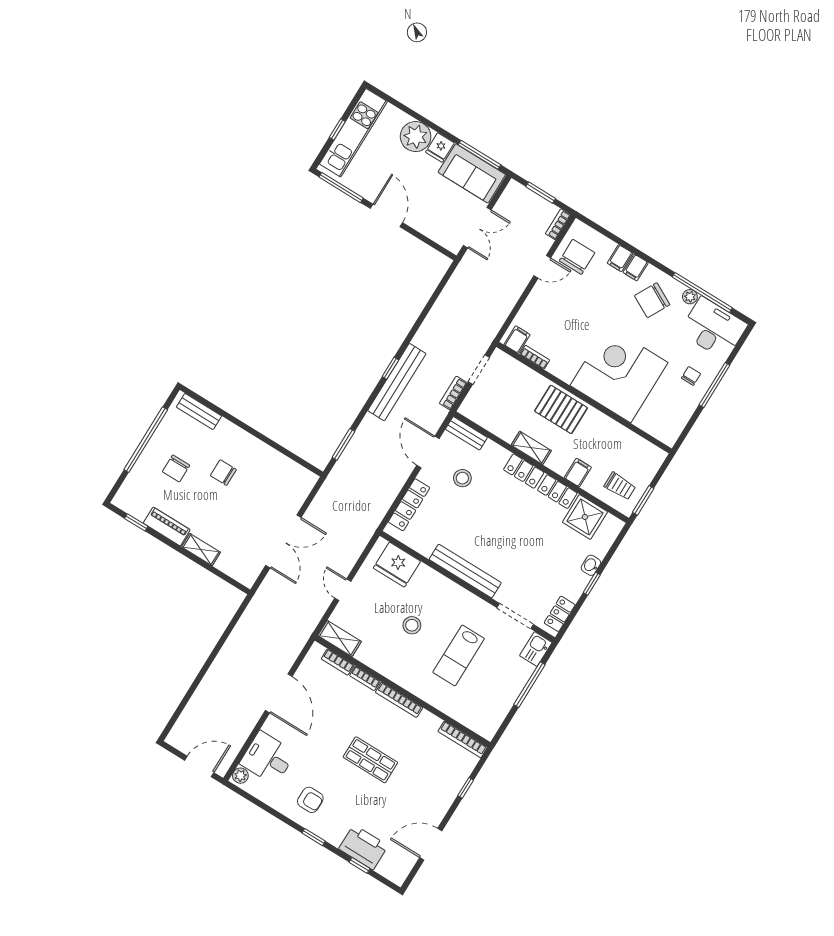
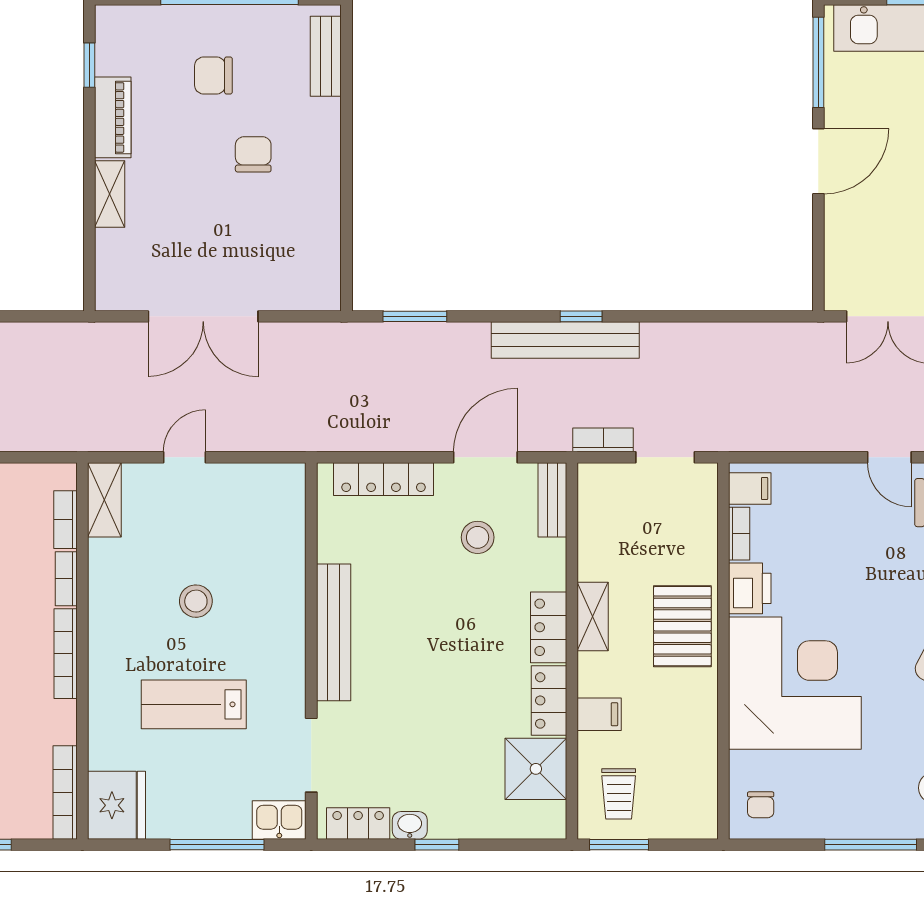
printer: (563, 368) -> (750, 588), added
chair: (691, 376) -> (761, 805), moved, turned 90
fridge: (397, 565) -> (117, 805), moved, turned 180
washbasin: (591, 565) -> (410, 825), moved

